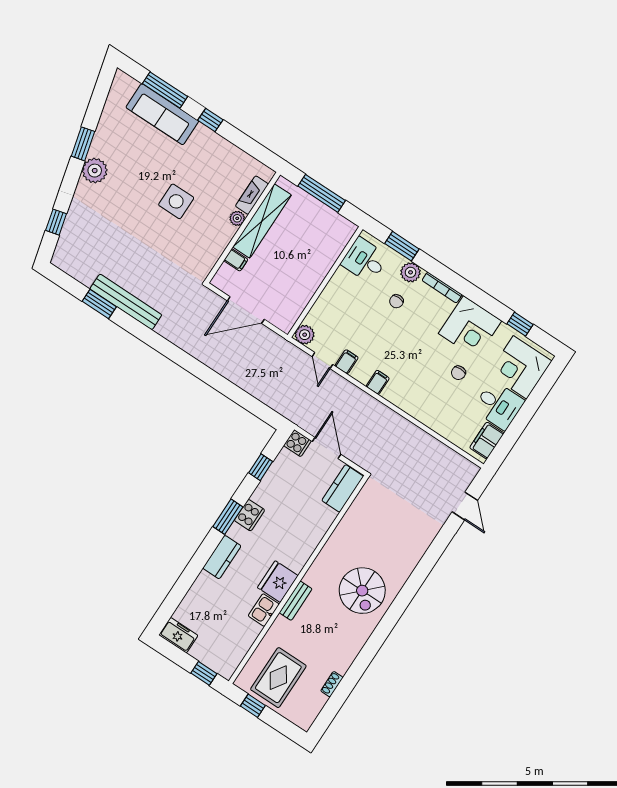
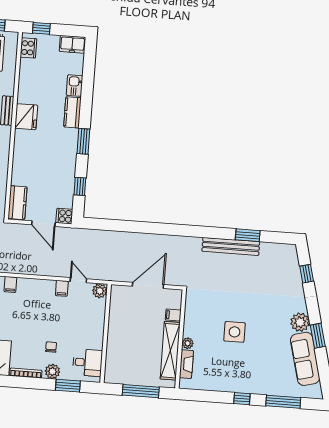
sofa: (162, 114) -> (305, 359), moved, turned -104
filing cabinet: (378, 382) -> (10, 284), moved
cooker: (249, 515) -> (28, 48), moved, turned 180
kitchen sink: (264, 610) -> (75, 86), moved, turned 180

